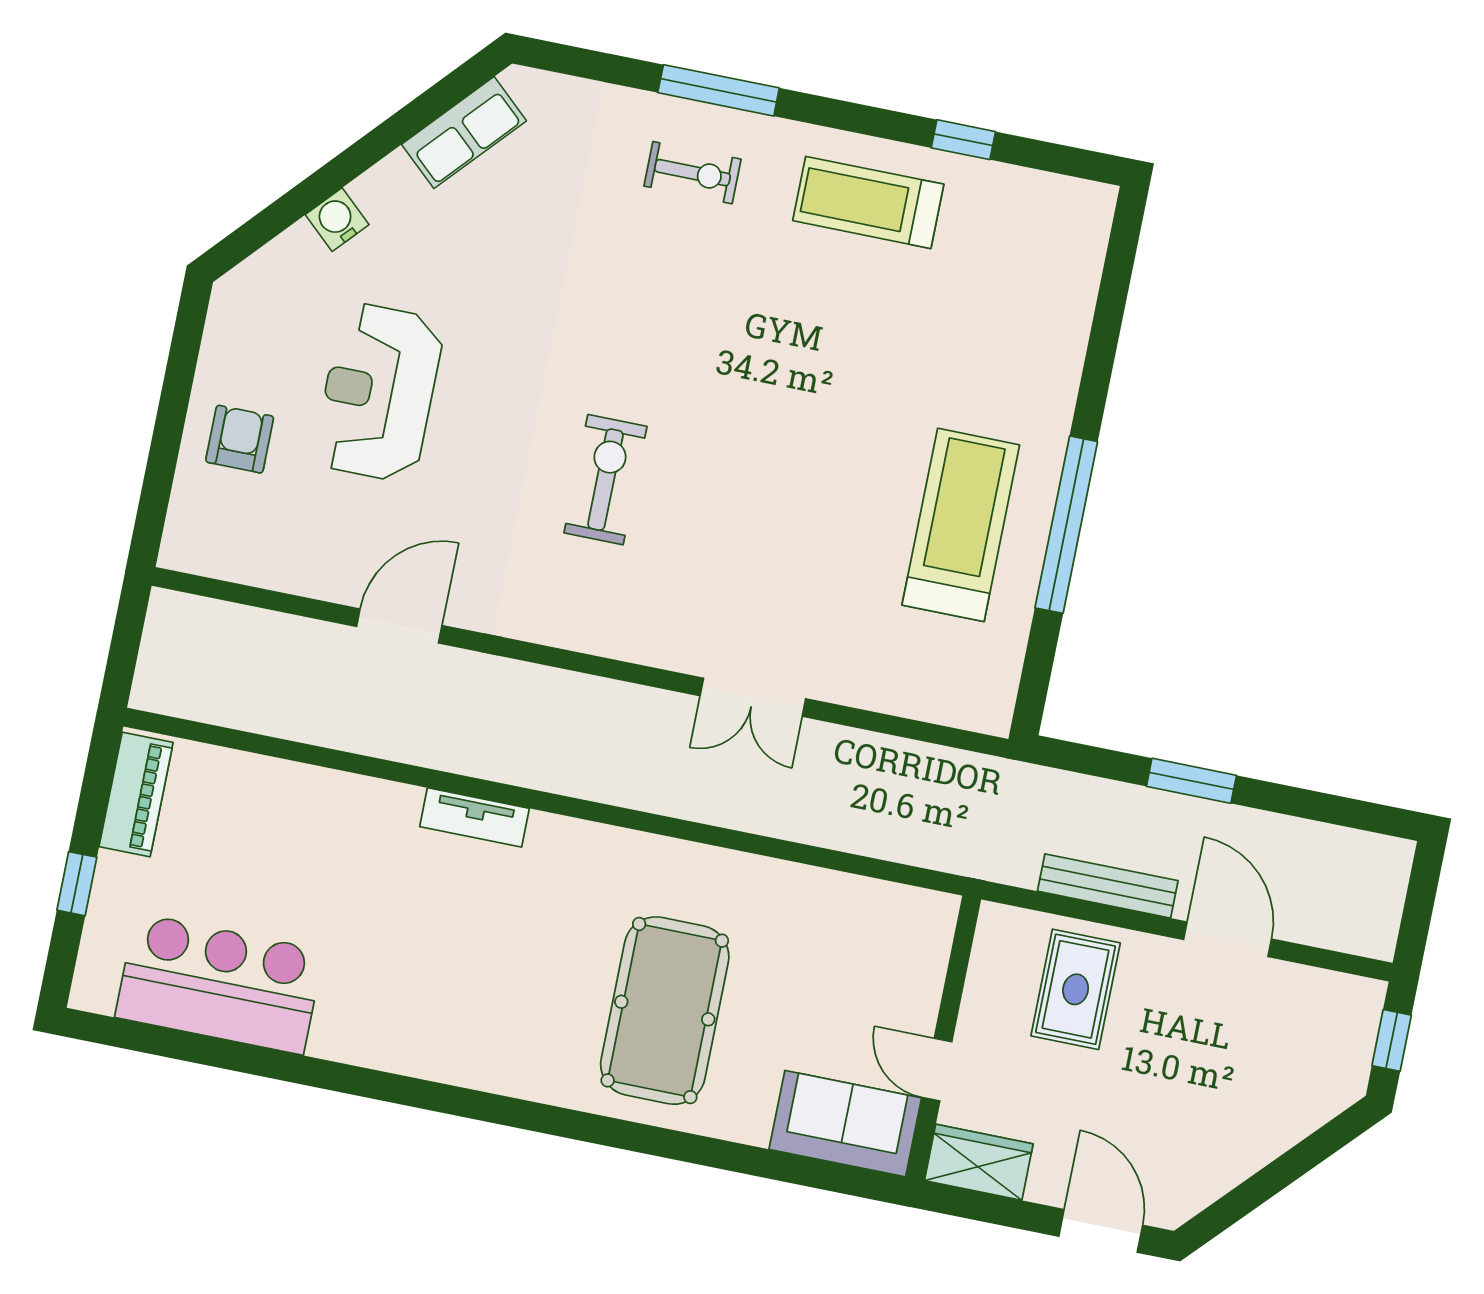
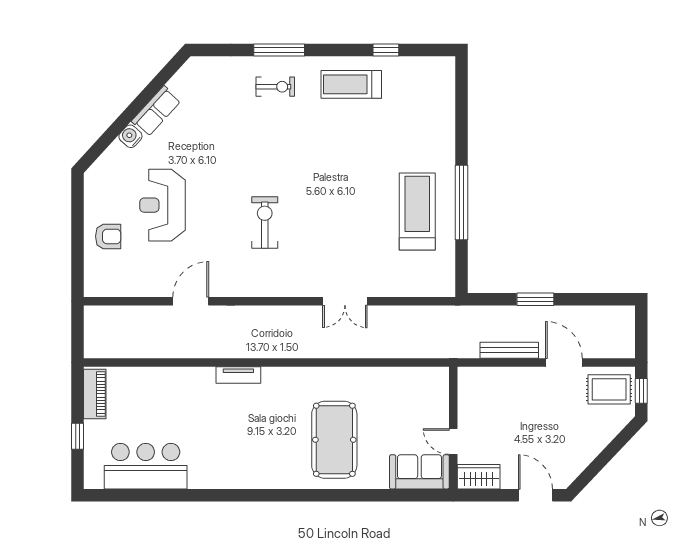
row of seats: (464, 133) -> (156, 111), moved
armchair: (240, 439) -> (108, 236), turned 90
rug: (1076, 989) -> (609, 389), moved, turned 90

